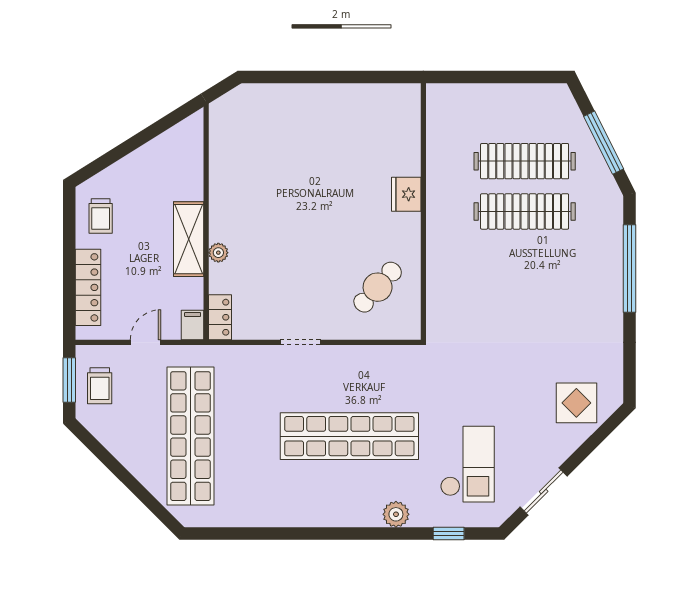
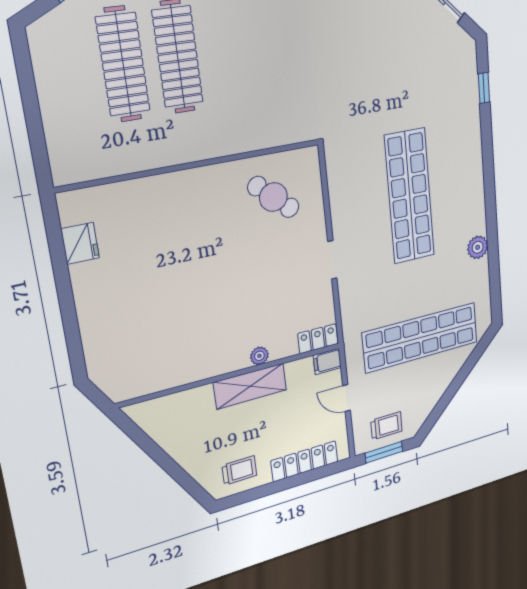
fridge: (406, 194) -> (80, 243), moved, turned -90
checkout: (467, 464) -> (425, 80), removed
plant: (396, 514) -> (478, 247), moved

